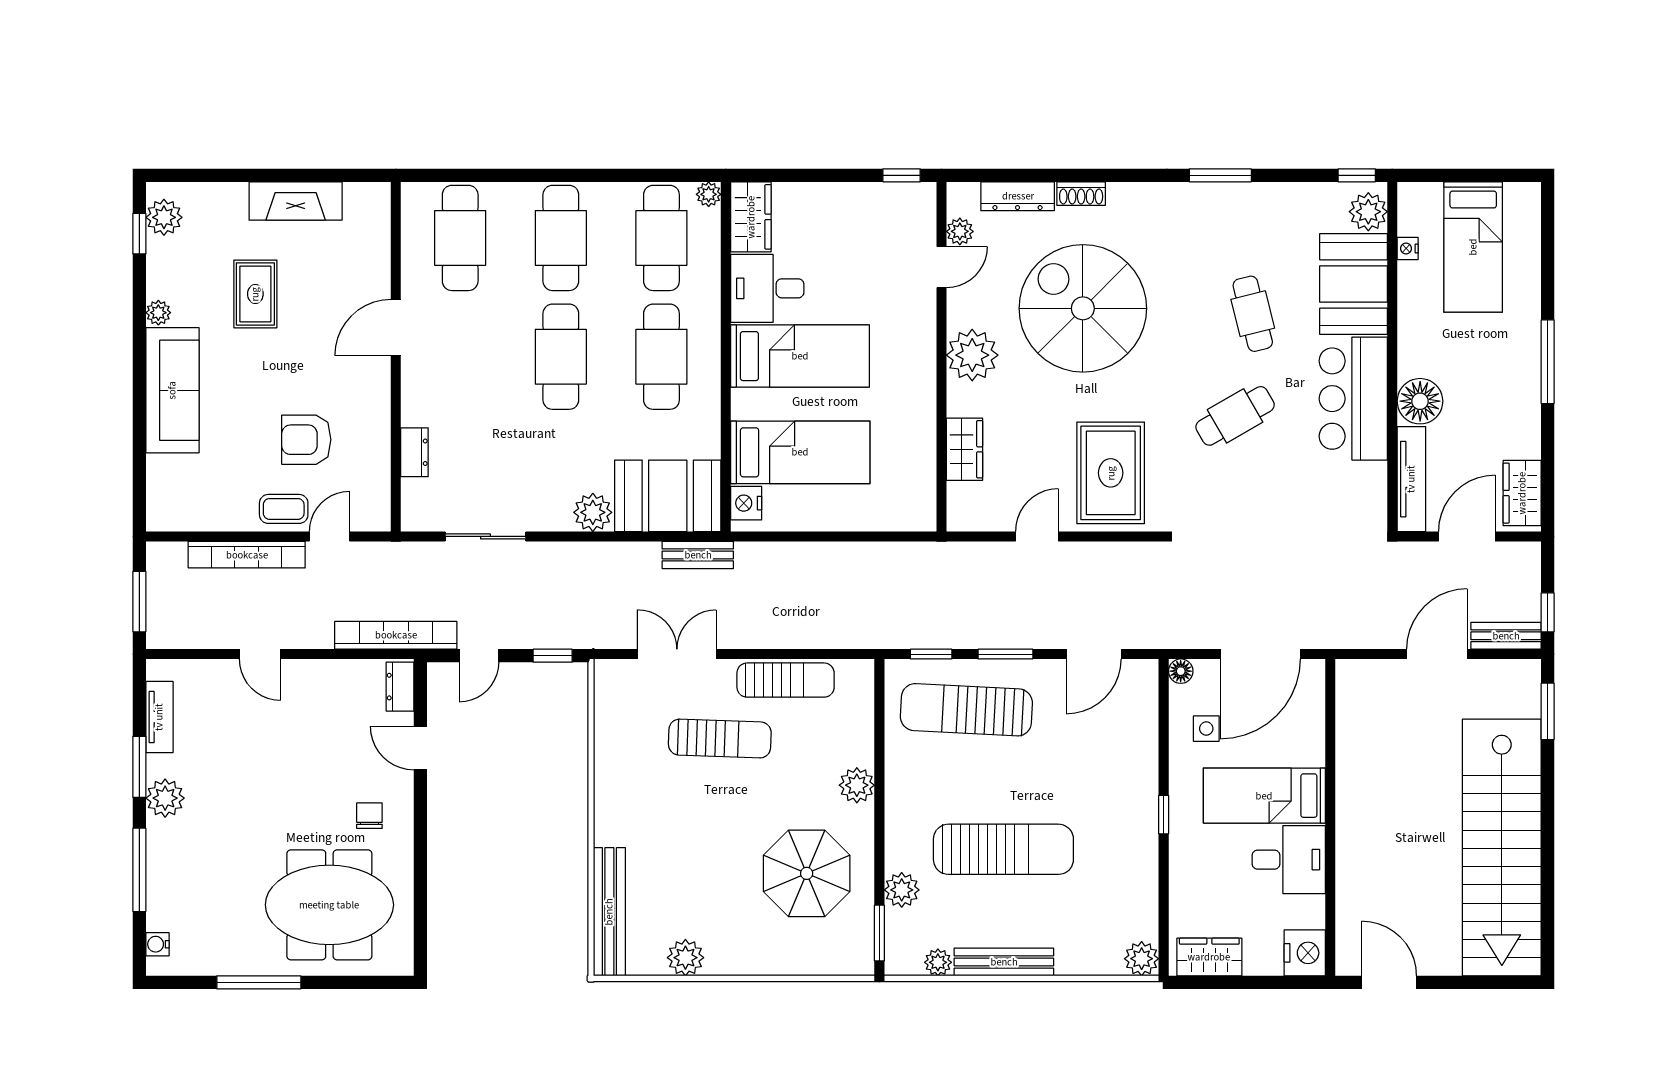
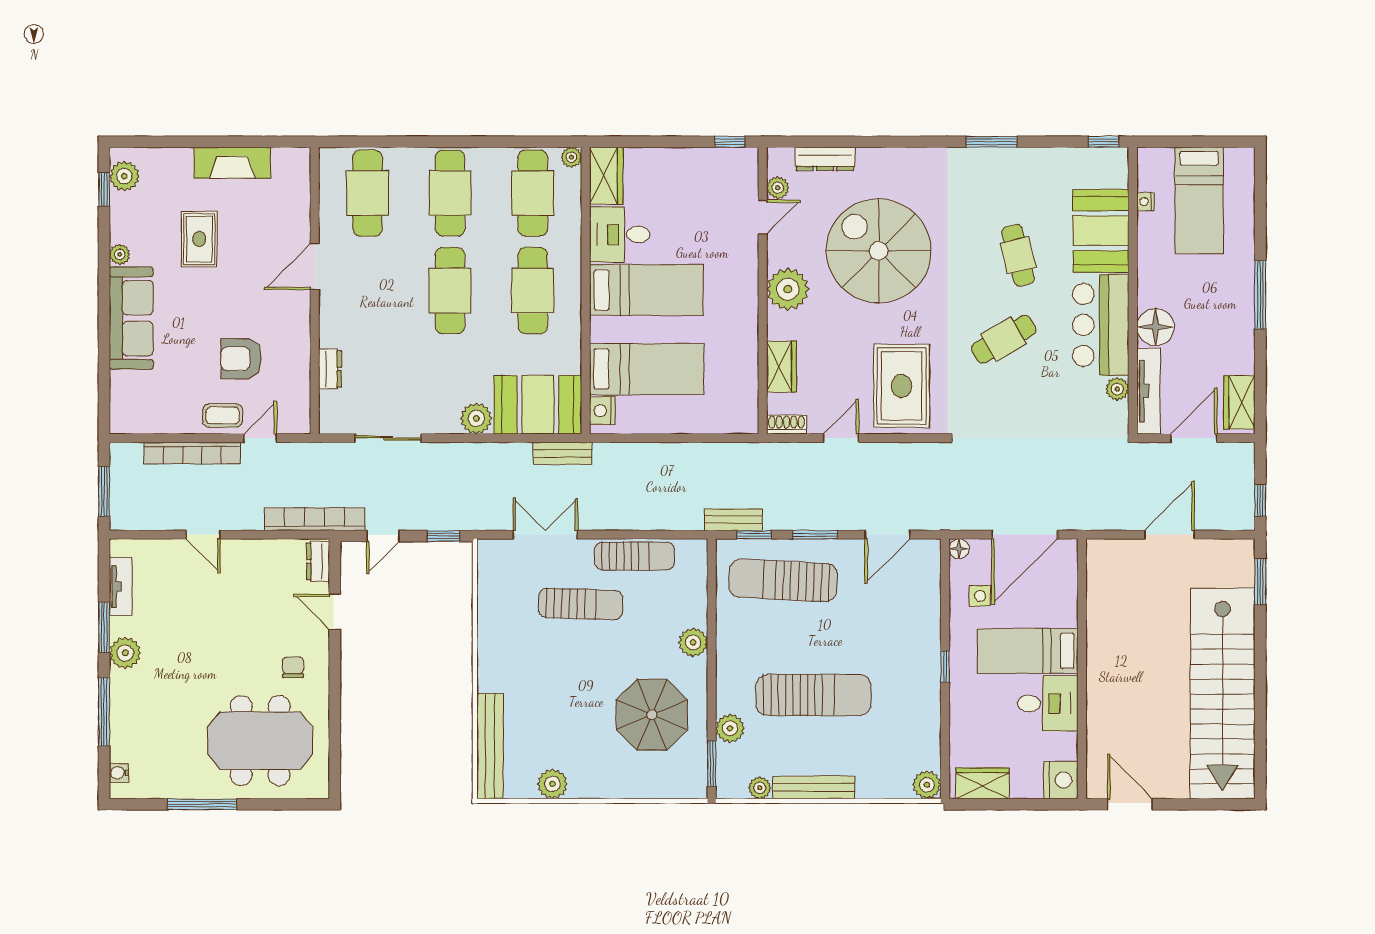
shoe rack: (1081, 194) -> (787, 424), moved, turned 180
plant: (1368, 212) -> (1117, 389), moved, width x0.73, depth x0.73
bench: (1506, 636) -> (733, 520), moved

